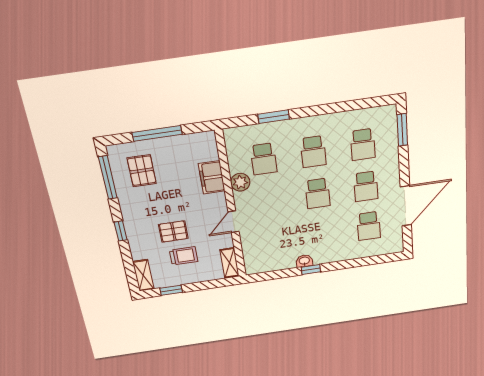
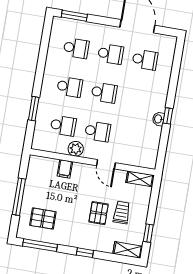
filing cabinet: (212, 177) -> (65, 169), width x0.50
school desk: (269, 200) -> (98, 131), added

